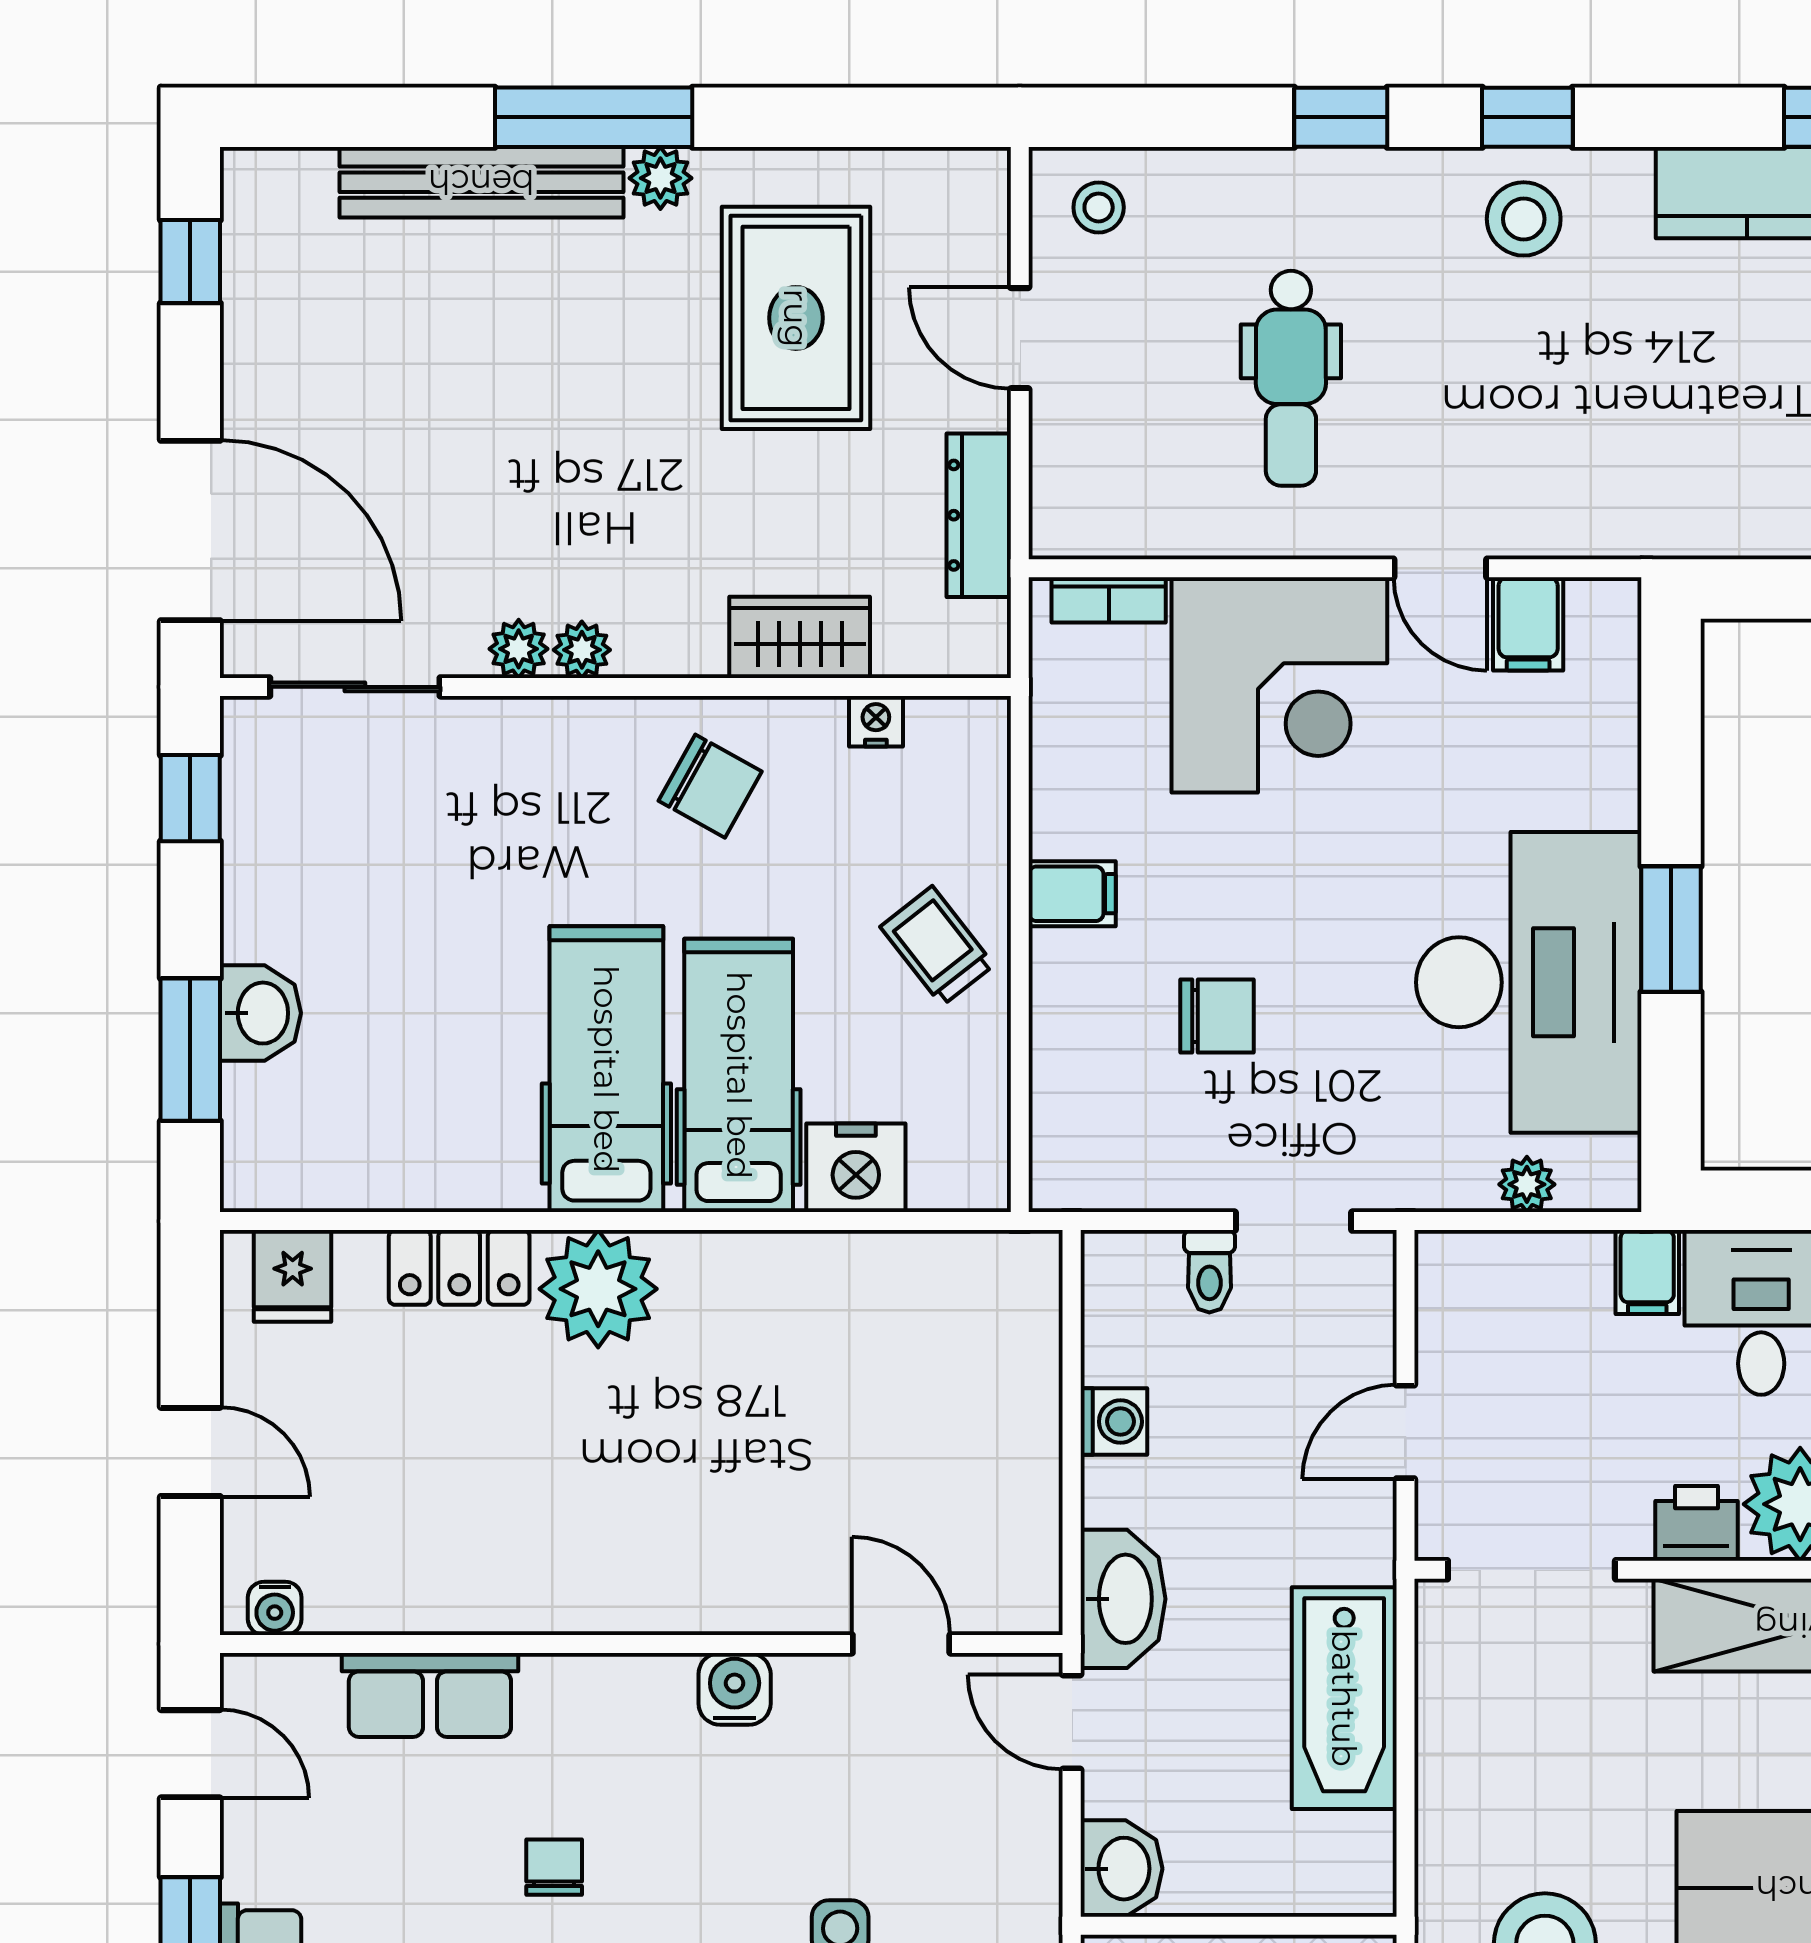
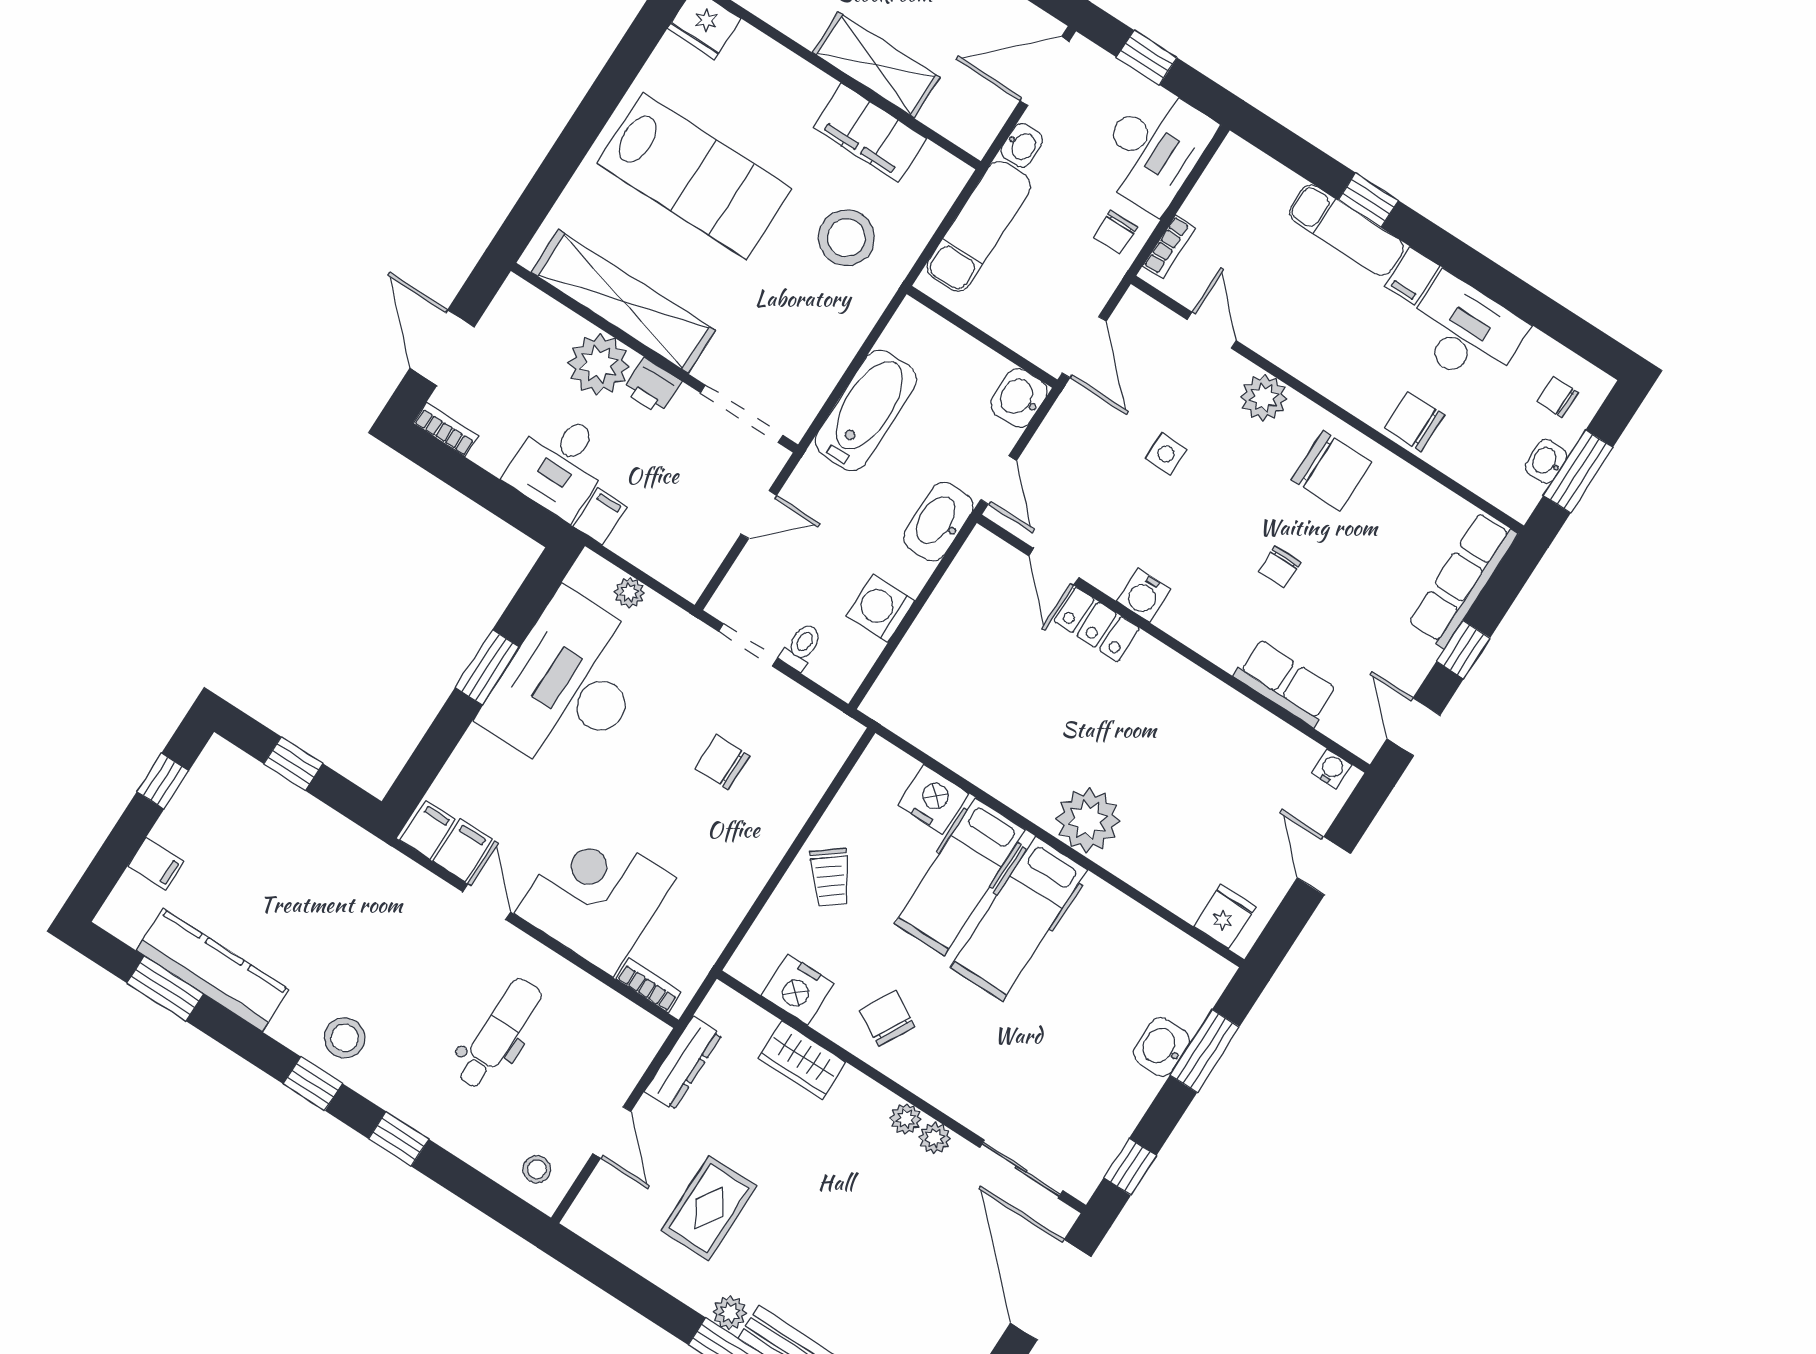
rug: (796, 318) -> (709, 1208), width x0.73, depth x0.70
nightstand: (876, 721) -> (798, 990), width x1.89, depth x1.79
filing cabinet: (1072, 894) -> (428, 830), moved, turned 90
locker: (459, 1267) -> (1097, 625), moved, turned 180
washing machine: (1114, 1422) -> (880, 608), width x1.38, depth x1.38

